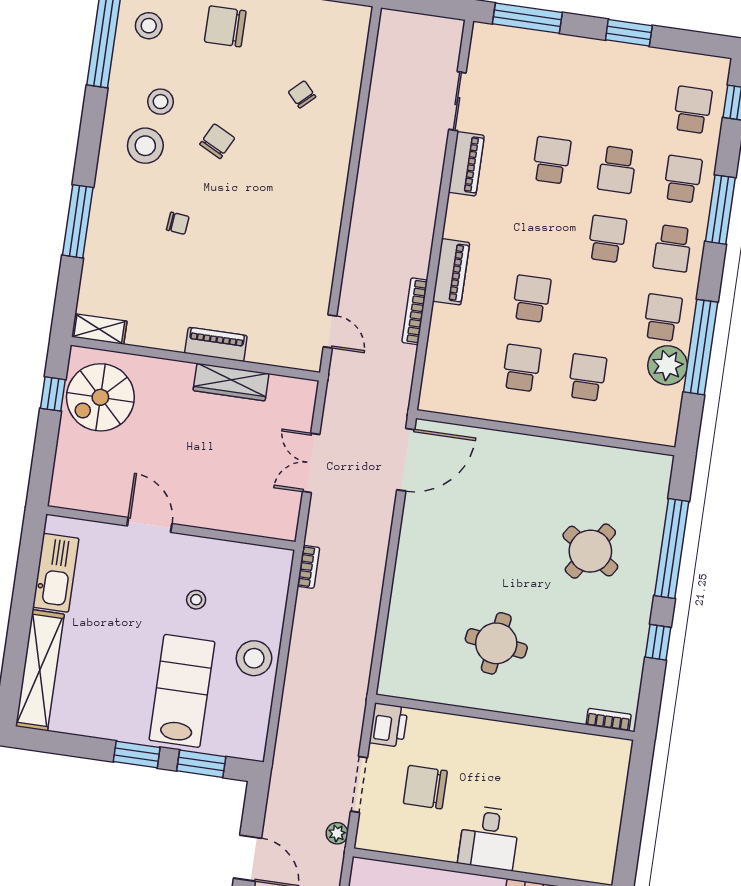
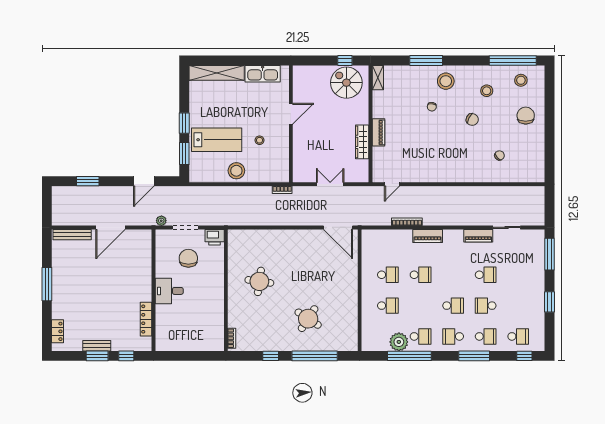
stool: (145, 146) -> (446, 81), moved

